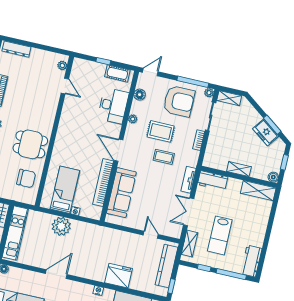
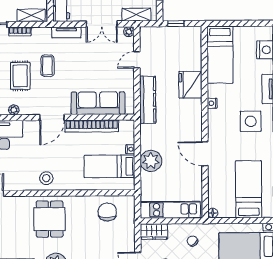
stool: (68, 133) -> (46, 178), added
dining table: (30, 144) -> (50, 219), moved
shelving: (210, 153) -> (31, 15), added
plant: (177, 234) -> (129, 32), added
kitchen counter: (167, 266) -> (148, 100), moved, turned -90
window: (171, 286) -> (176, 24), moved

